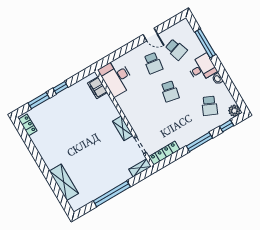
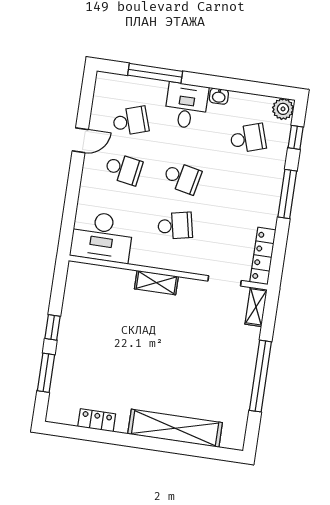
filing cabinet: (97, 88) -> (95, 275), removed
school desk: (147, 105) -> (175, 226), added
school desk: (210, 106) -> (248, 138), turned -42
locker: (28, 125) -> (97, 420), moved
shelving: (123, 128) -> (156, 283), moved
shelving: (64, 182) -> (175, 428), width x1.47

